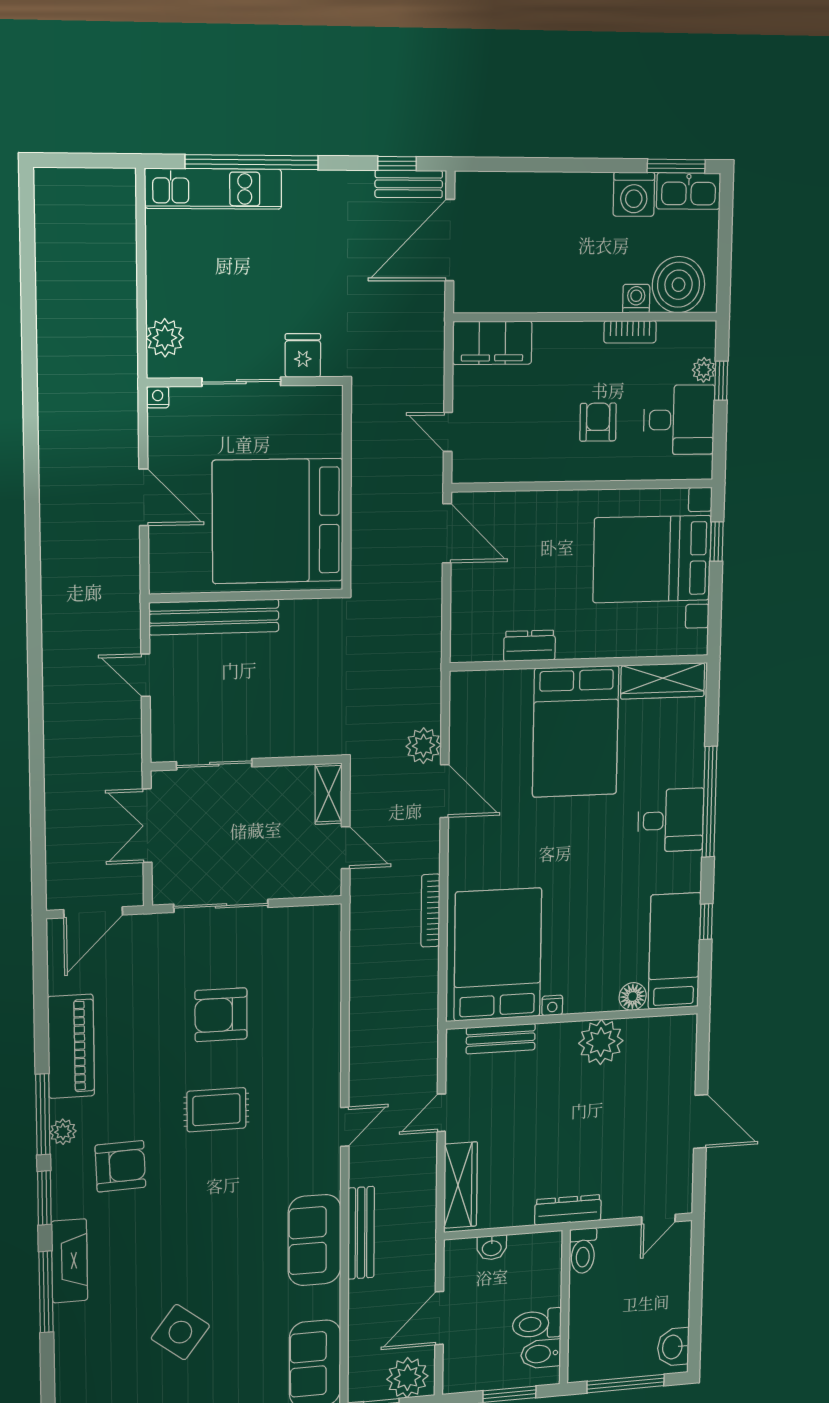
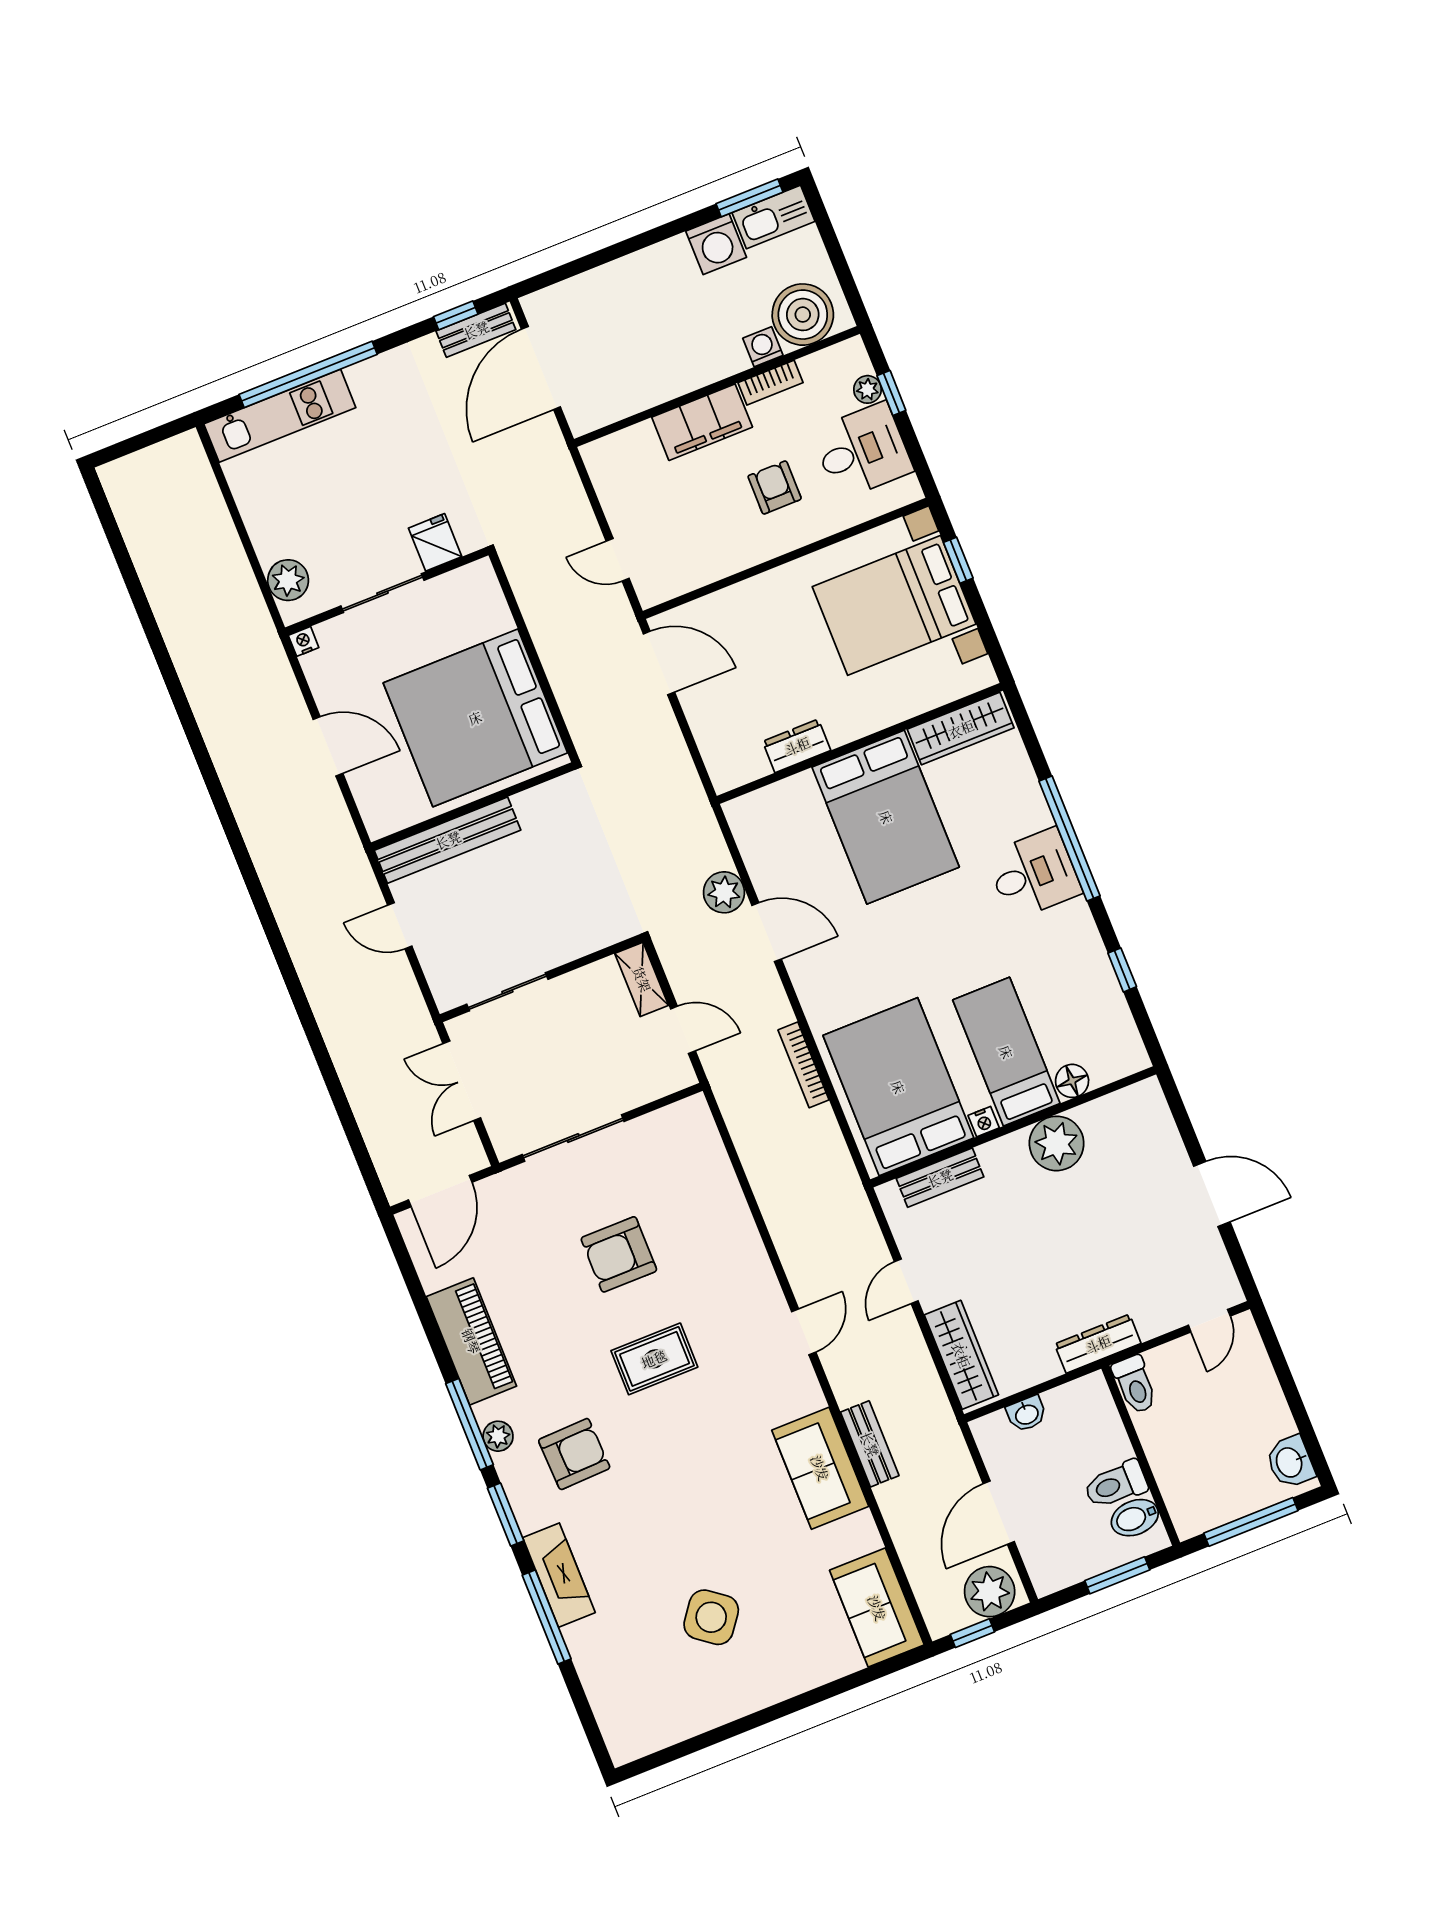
filing cabinet: (492, 343) -> (702, 422), moved
bed: (675, 951) -> (1006, 1052), moved
bench: (361, 1233) -> (870, 1444), width x0.73

